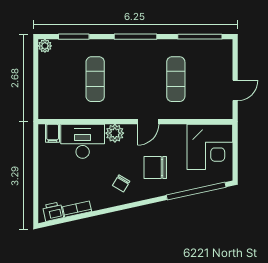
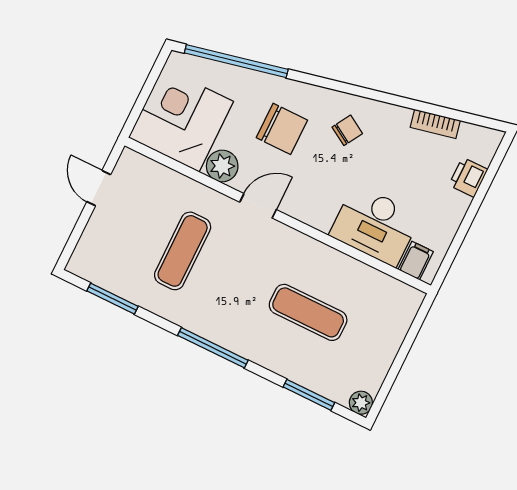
window: (200, 37) -> (113, 299), width x0.69
exercise mat: (95, 79) -> (308, 312), turned 90
door: (235, 90) -> (99, 188), hinge flipped
plant: (115, 133) -> (222, 166), moved
printer: (53, 212) -> (468, 177), moved, turned 102

